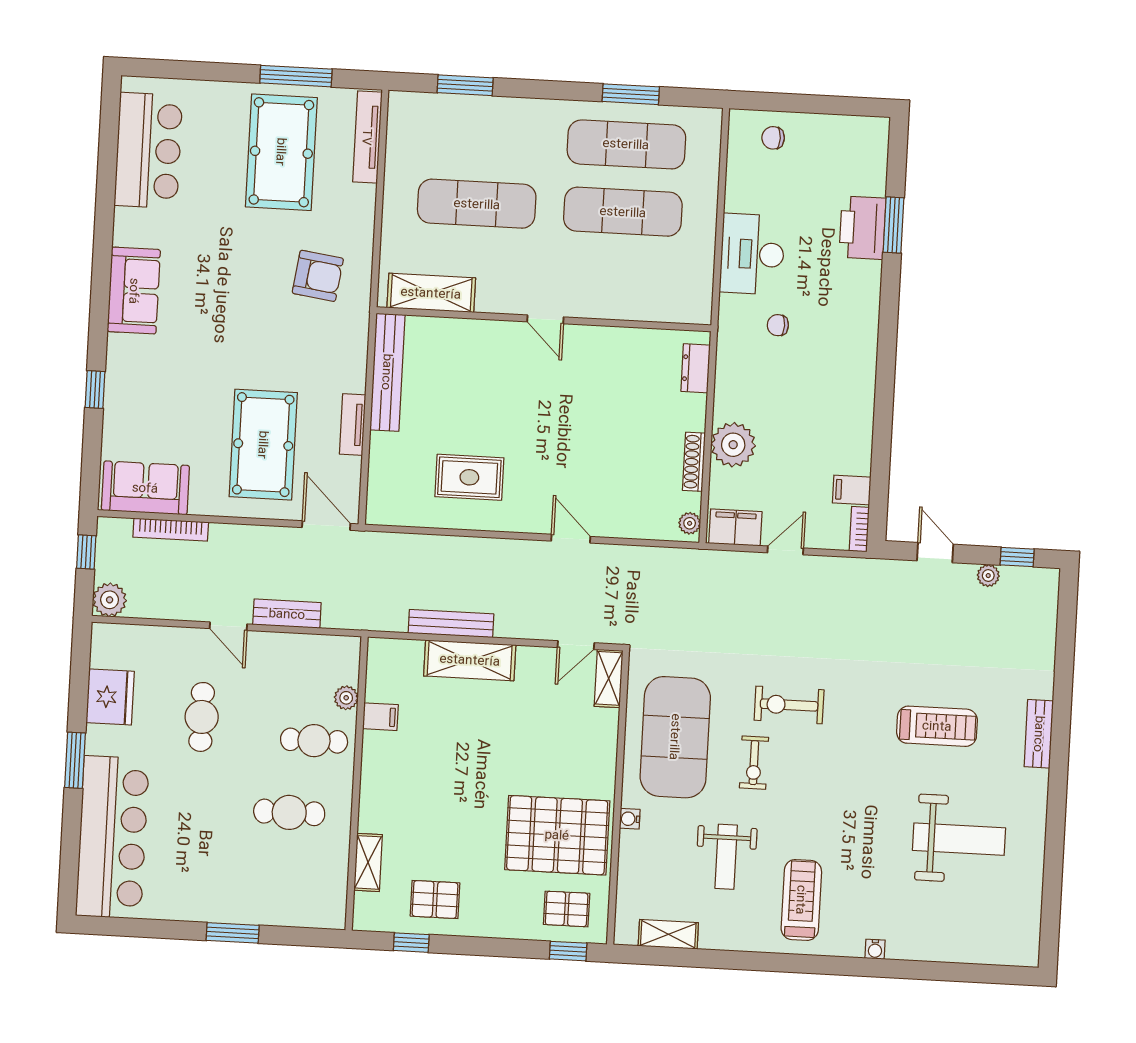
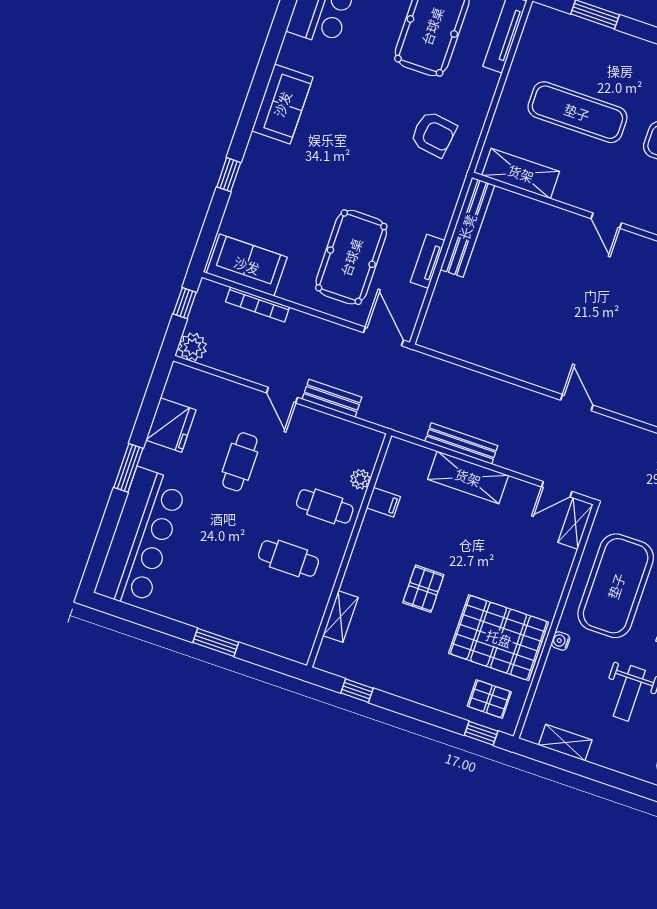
rug: (469, 477) -> (509, 330), removed
pallet: (435, 899) -> (423, 589), moved, turned 90

